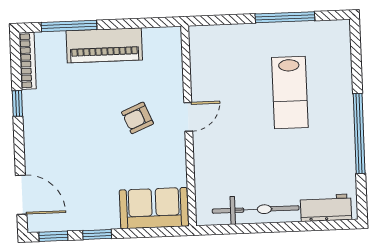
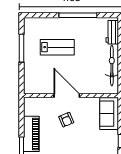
door: (188, 117) -> (67, 96), width x1.88

